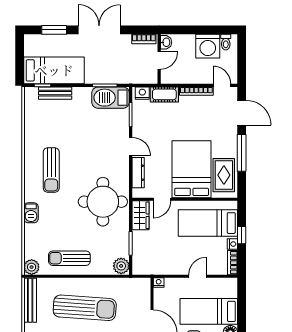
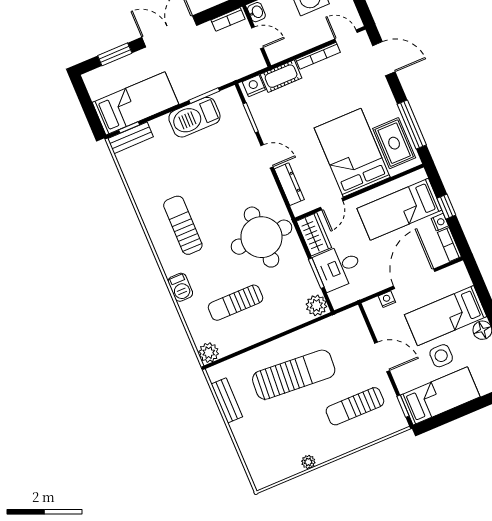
door: (159, 61) -> (257, 38), hinge flipped
bench: (55, 93) -> (130, 138), moved
barbecue: (111, 98) -> (194, 117), moved
window: (242, 153) -> (412, 125), moved
sun lounger: (51, 170) -> (183, 225), turned 180
desk: (148, 246) -> (338, 267), added
sun lounger: (69, 258) -> (235, 303), moved
door: (198, 276) -> (414, 279), width x1.87
nightstand: (159, 282) -> (387, 299), moved
bench: (30, 300) -> (227, 400), width x0.73

